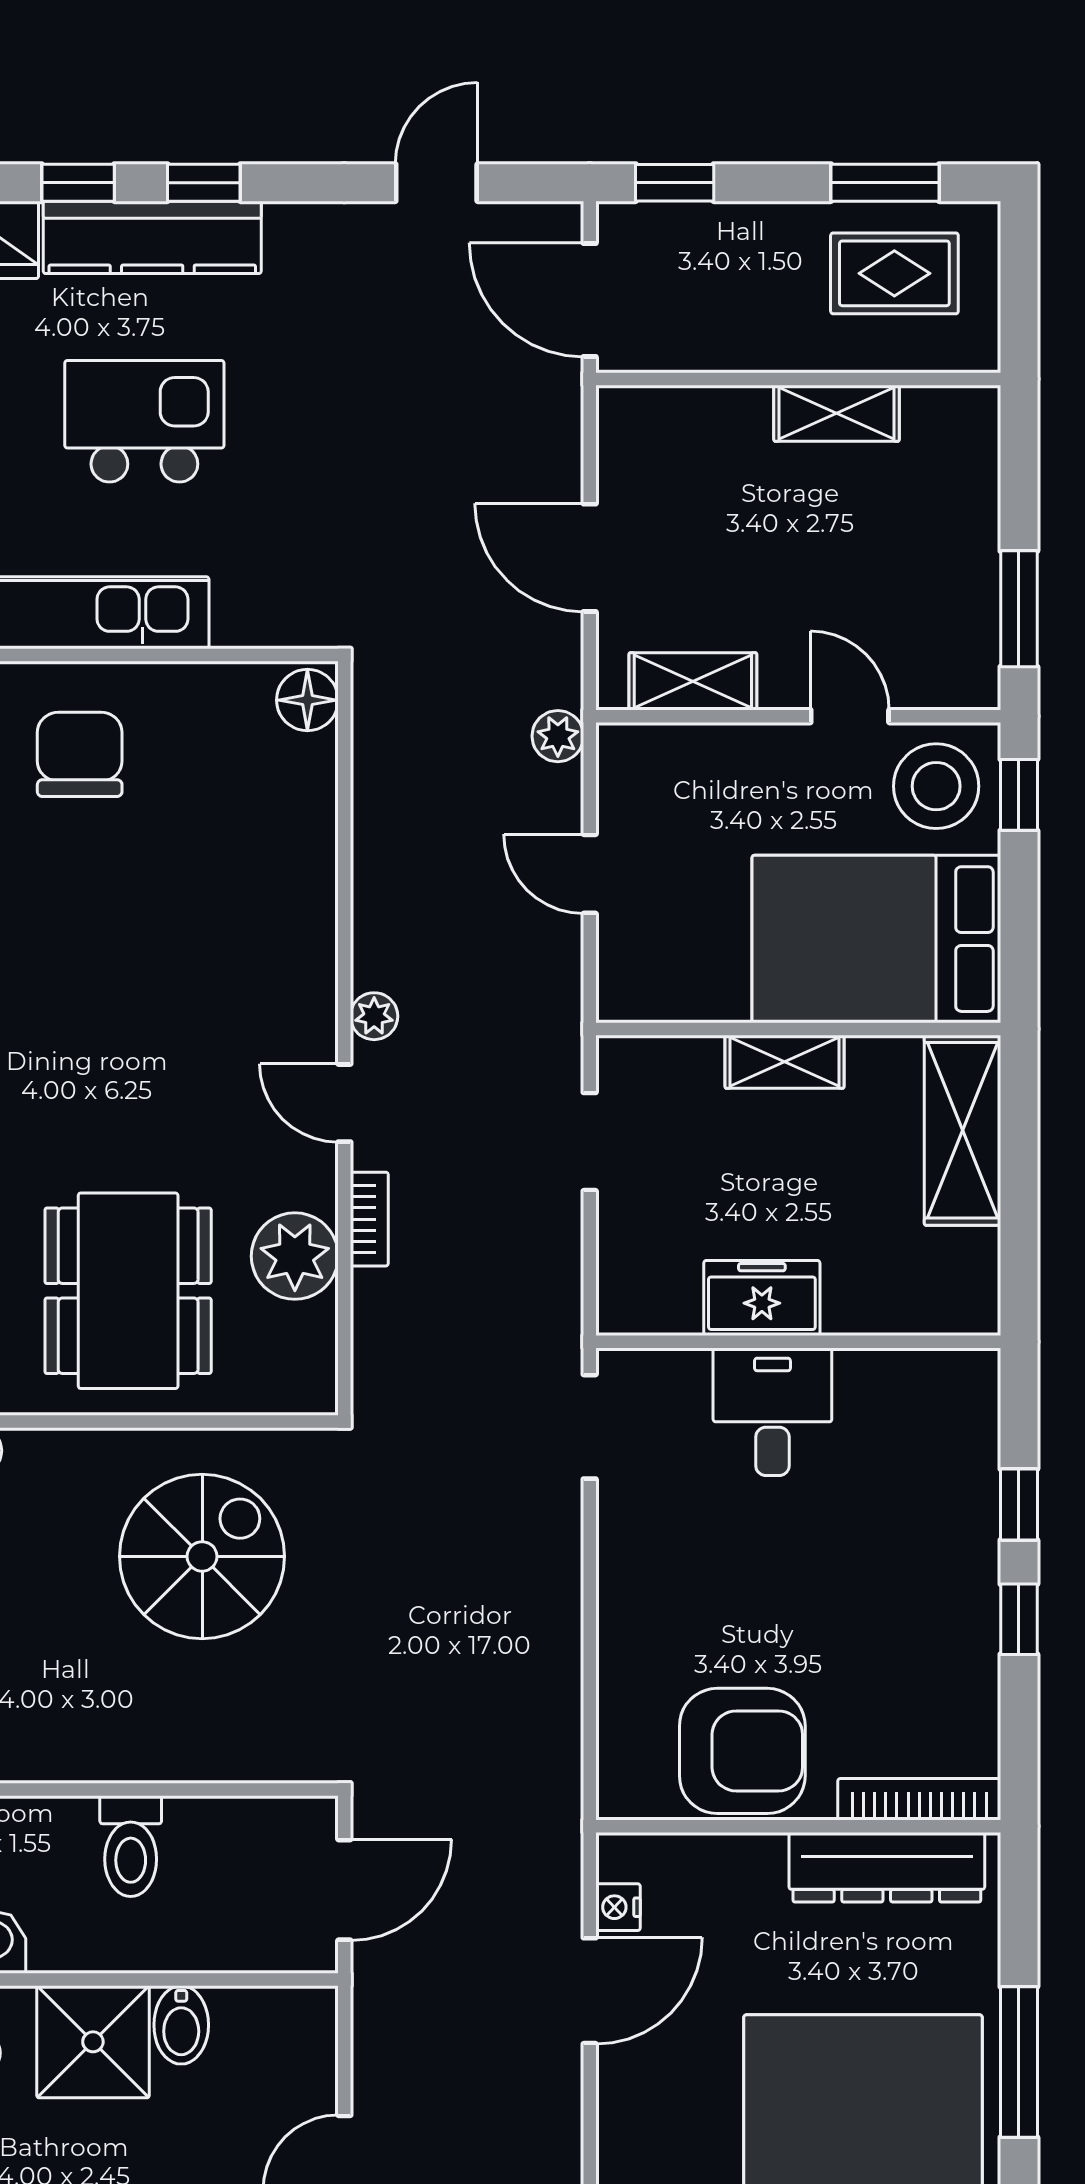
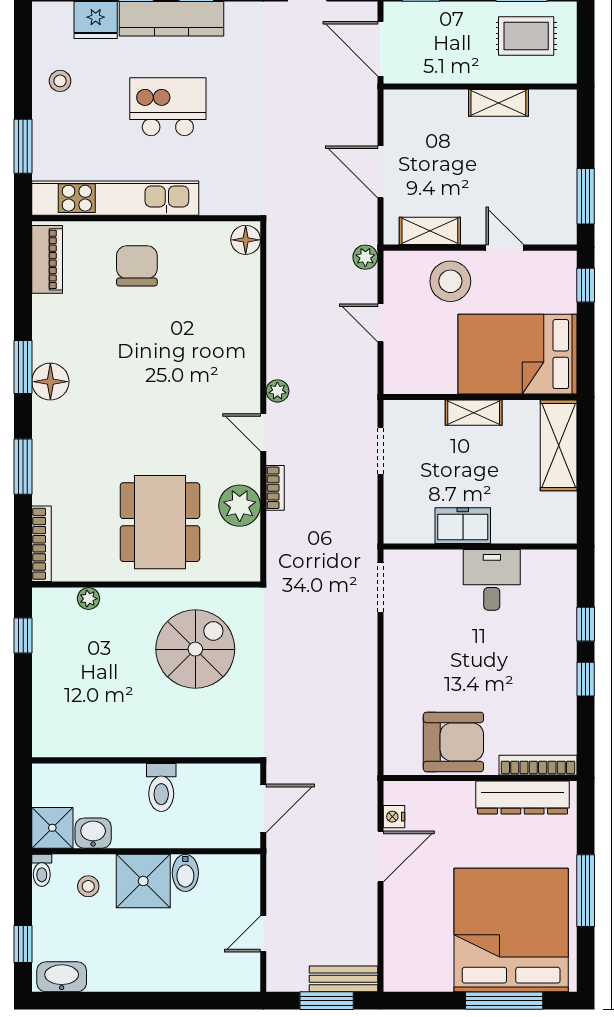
stool: (936, 786) -> (450, 281), moved
desk: (772, 1412) -> (492, 580), moved

